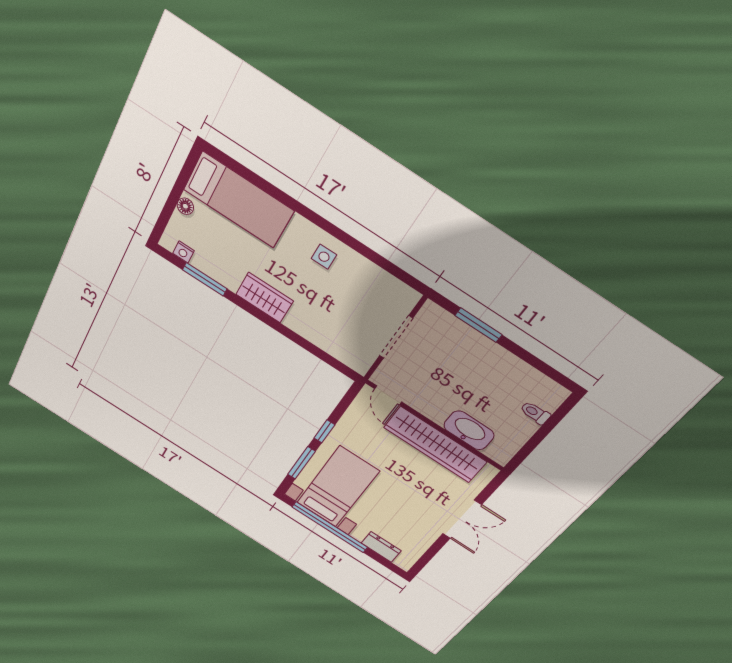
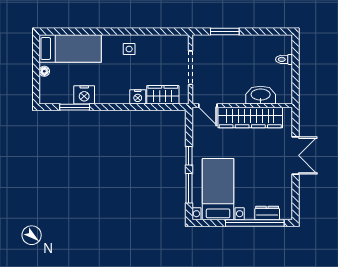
nightstand: (183, 252) -> (84, 95), moved, width x1.89, depth x1.79
wardrobe: (265, 298) -> (163, 95), moved
nightstand: (299, 323) -> (138, 97), added
window: (330, 527) -> (255, 223), moved

